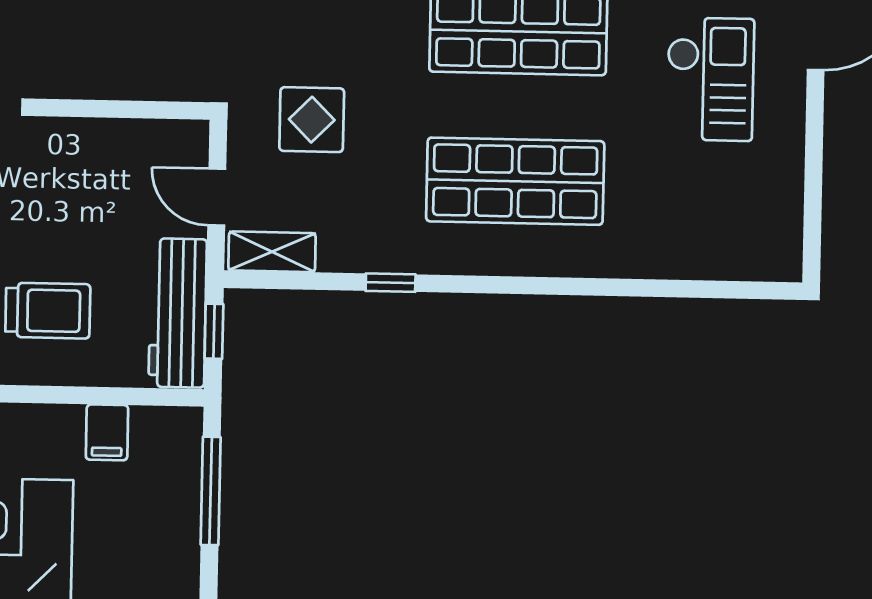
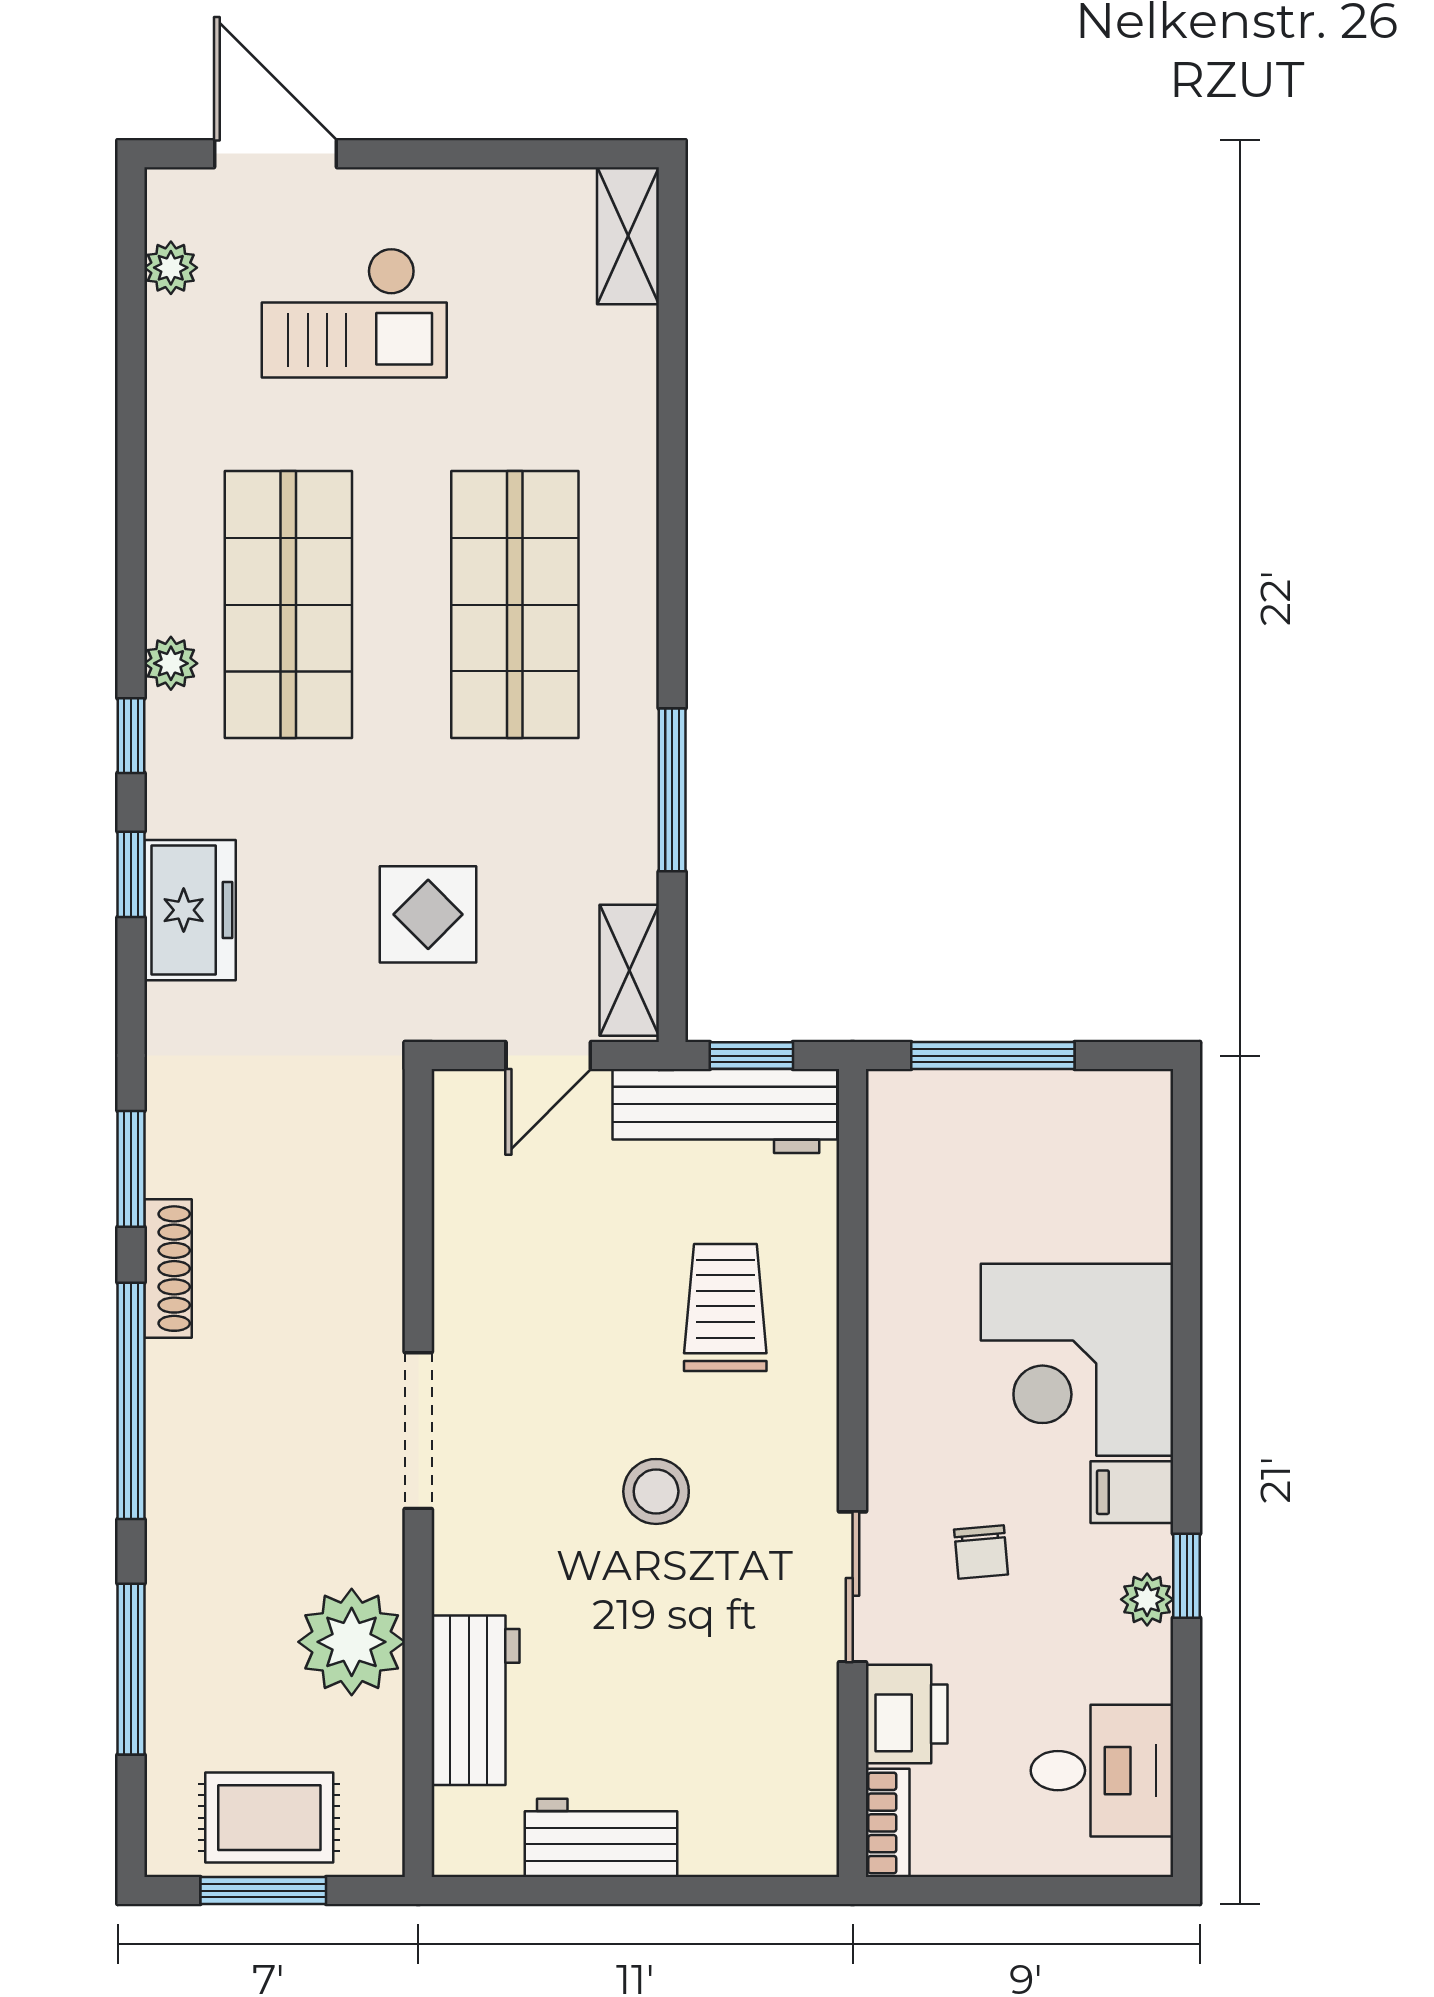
checkout: (710, 79) -> (354, 313), turned 180
shelving: (757, 261) -> (628, 236), added
window: (391, 283) -> (672, 790), width x2.17
filing cabinet: (107, 432) -> (908, 1214), removed

